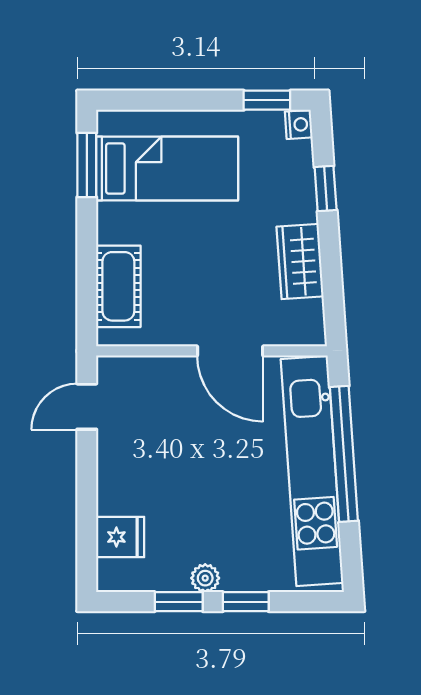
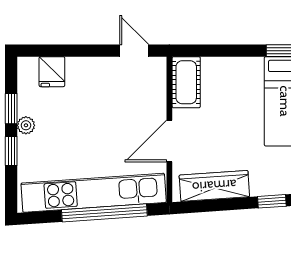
wardrobe: (300, 262) -> (214, 186), width x1.50
cot: (118, 286) -> (186, 82), moved, turned 90

